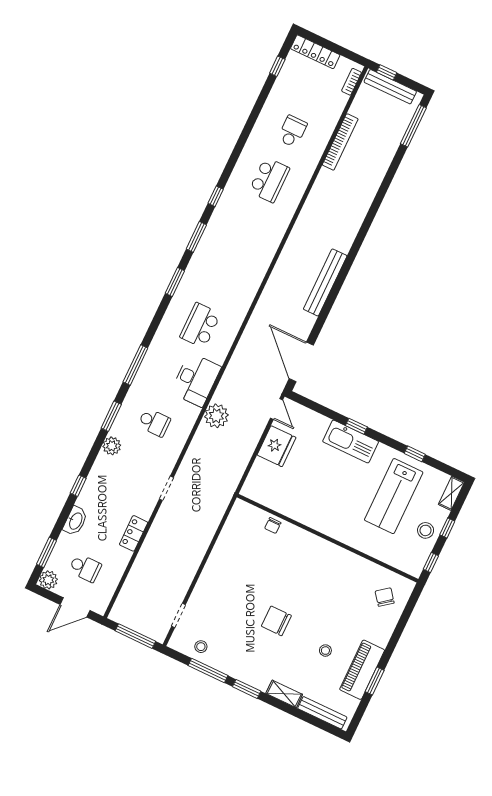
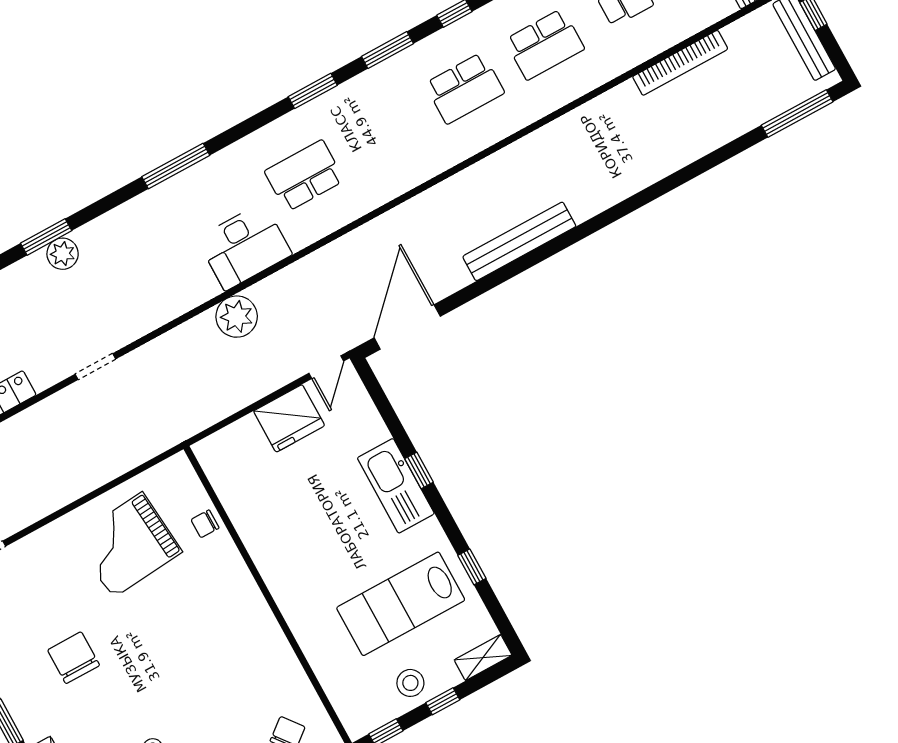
window: (111, 416) -> (46, 237), moved
school desk: (154, 422) -> (465, 88), moved, width x1.85
grand piano: (243, 562) -> (128, 545), added
chair: (276, 621) -> (74, 658), moved

